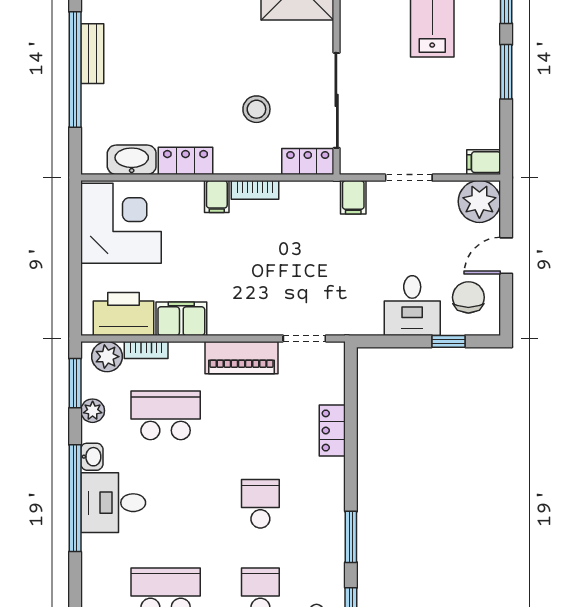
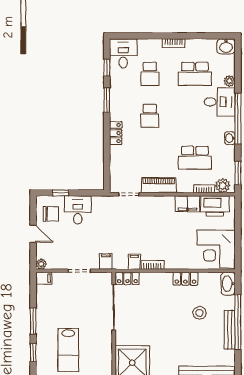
bench: (92, 54) -> (230, 330), width x1.36
stool: (256, 109) -> (199, 313), moved
washbasin: (132, 160) -> (228, 284), moved, turned 90
filing cabinet: (217, 197) -> (134, 262), moved
plant: (479, 201) -> (41, 264), width x0.53, depth x0.53
door: (506, 256) -> (33, 234), hinge flipped
chair: (468, 297) -> (51, 214), turned -90
plant: (93, 411) -> (230, 81), moved
locker: (332, 431) -> (116, 133), moved
desk: (113, 503) -> (220, 102), moved

